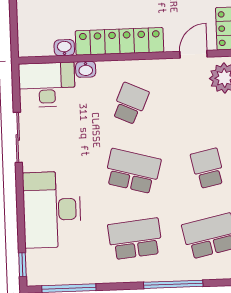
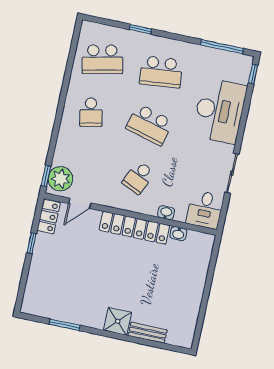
desk: (47, 85) -> (205, 210), width x0.73
window: (173, 284) -> (140, 29), width x0.46

